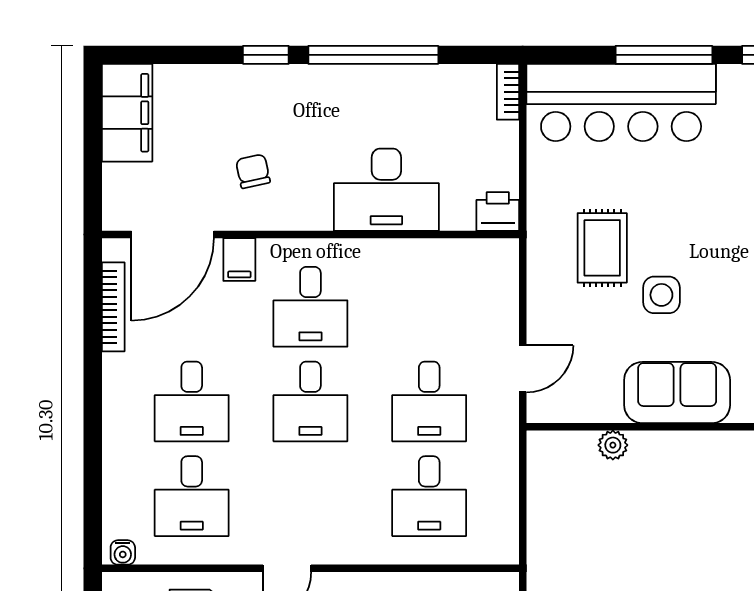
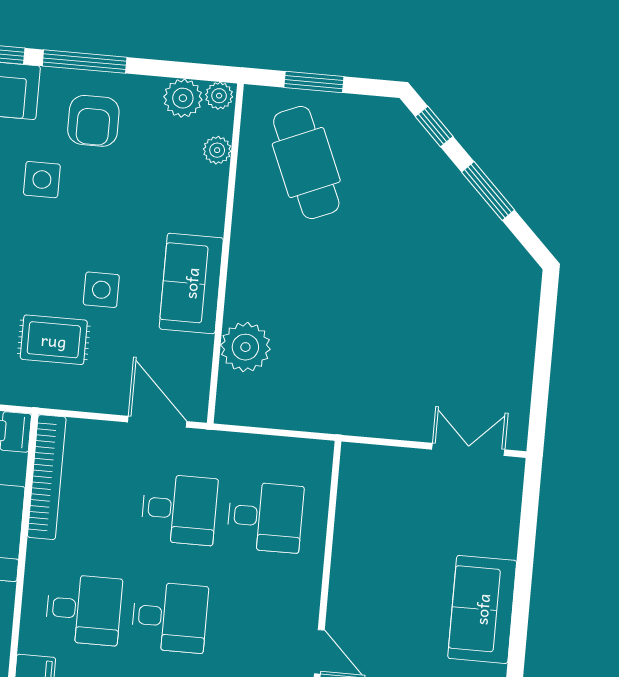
bookcase: (451, 254) -> (47, 477), added
door: (523, 369) -> (157, 422), width x1.38
plant: (613, 445) -> (245, 347), width x1.87, depth x1.87

